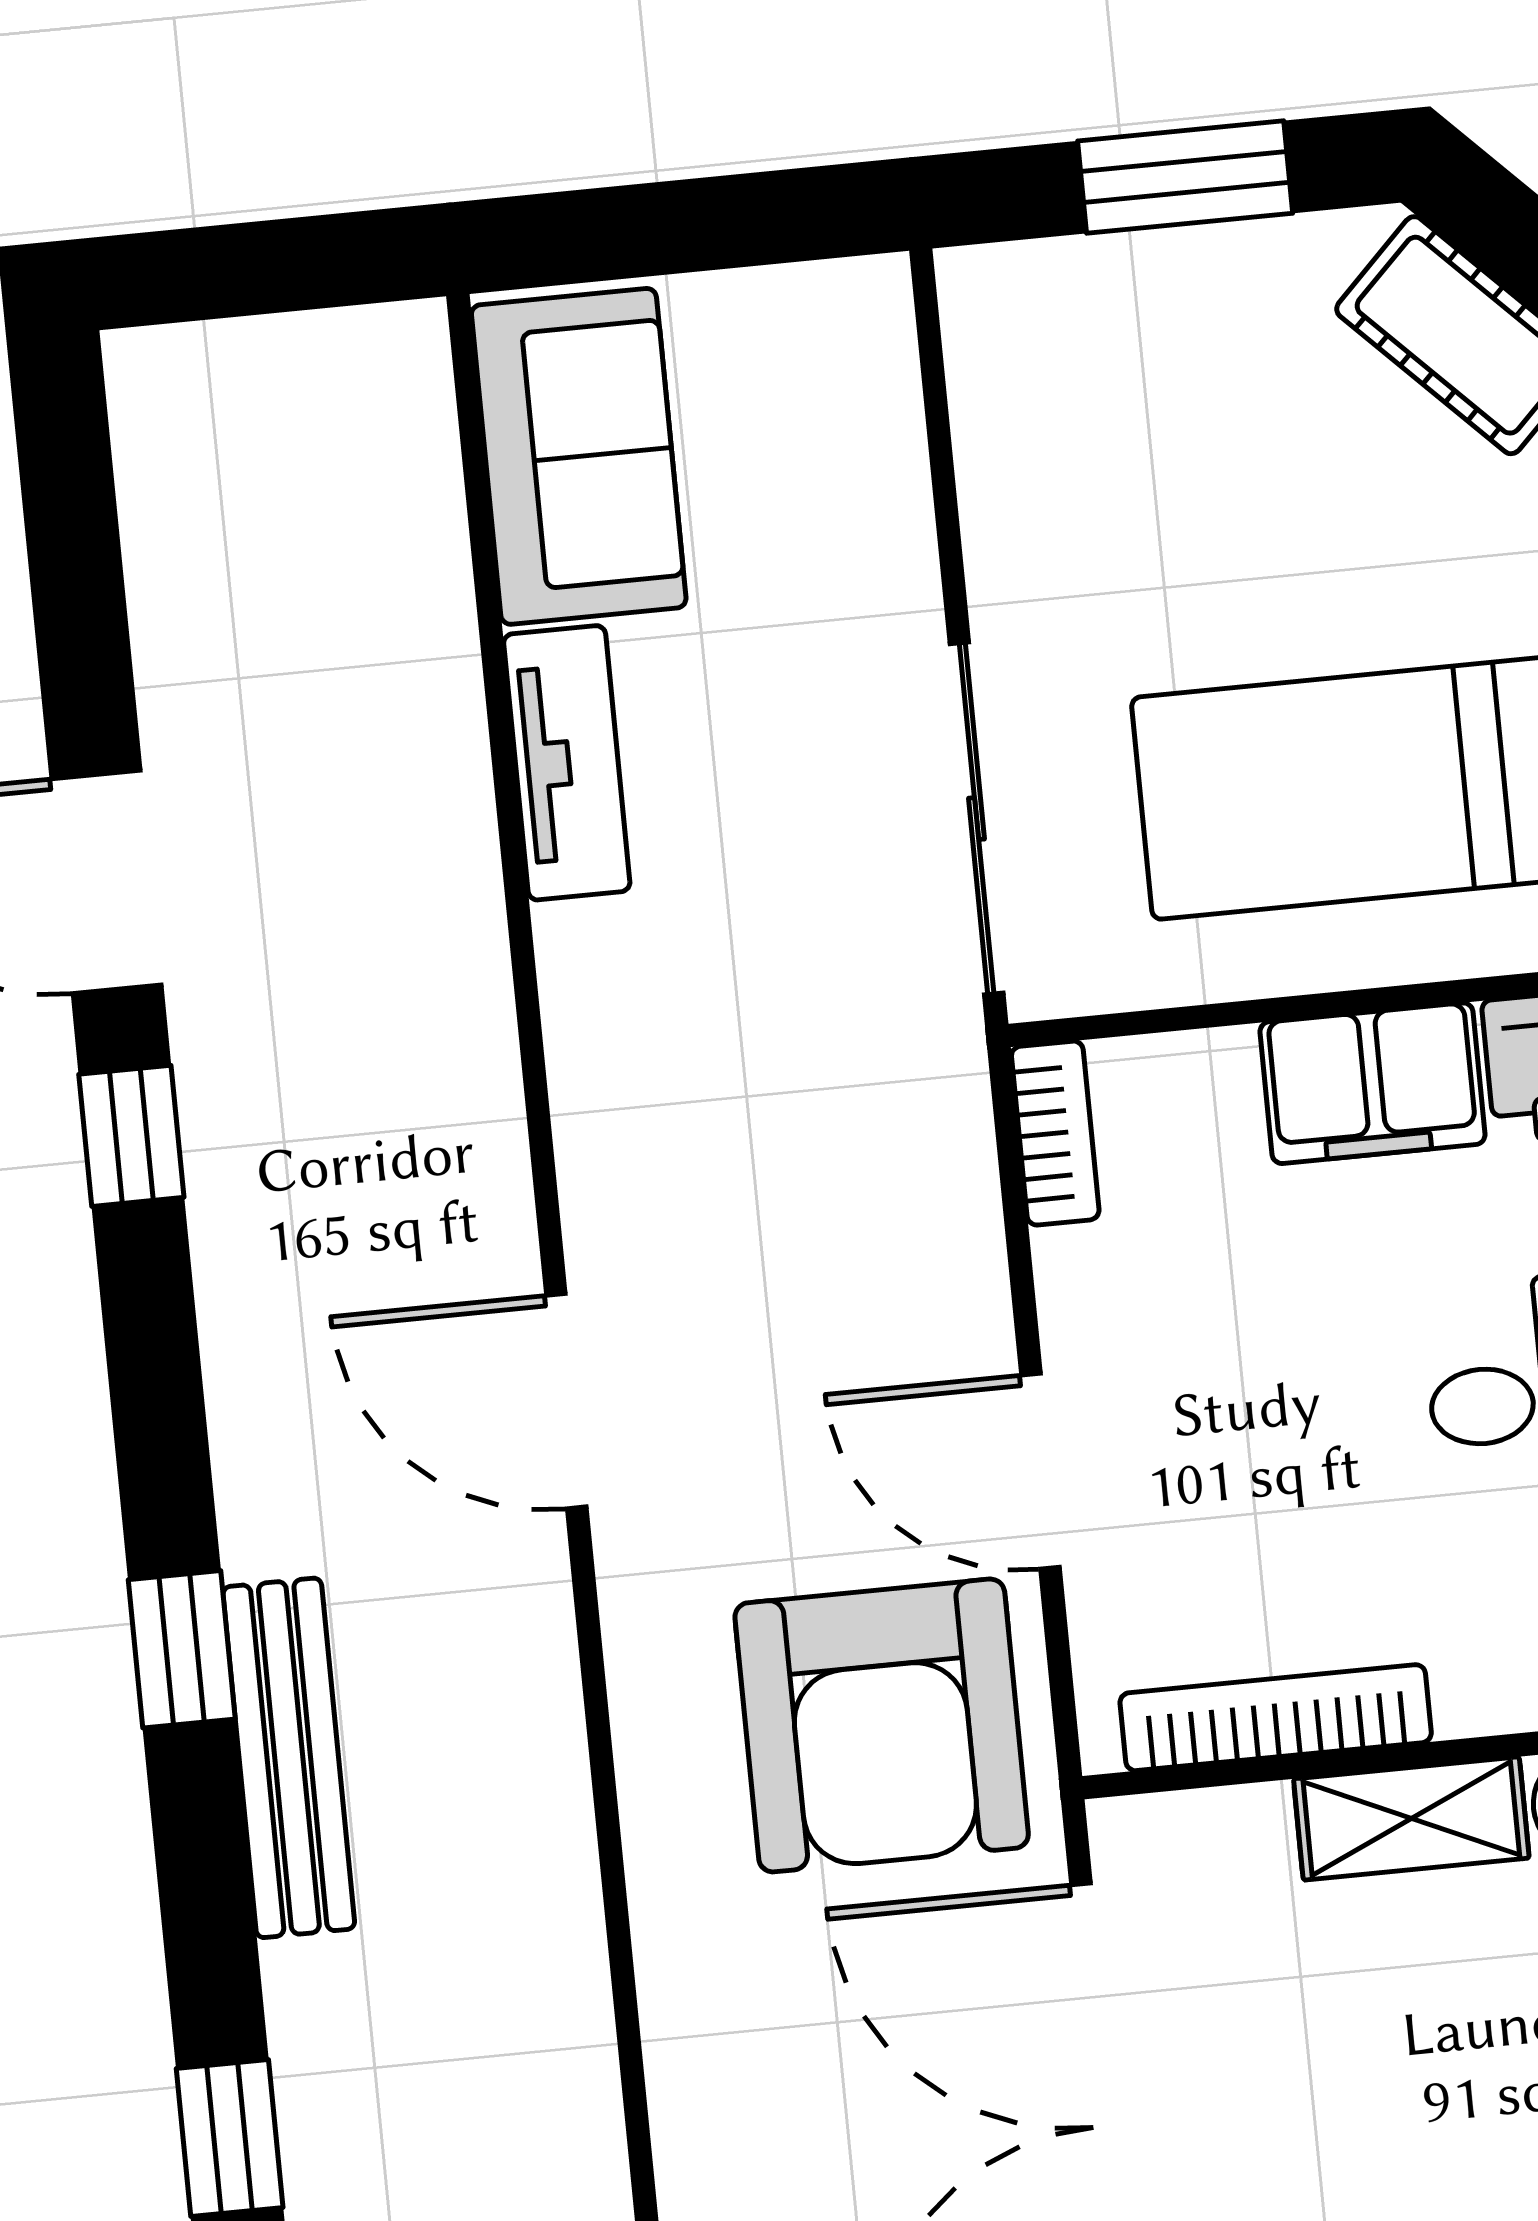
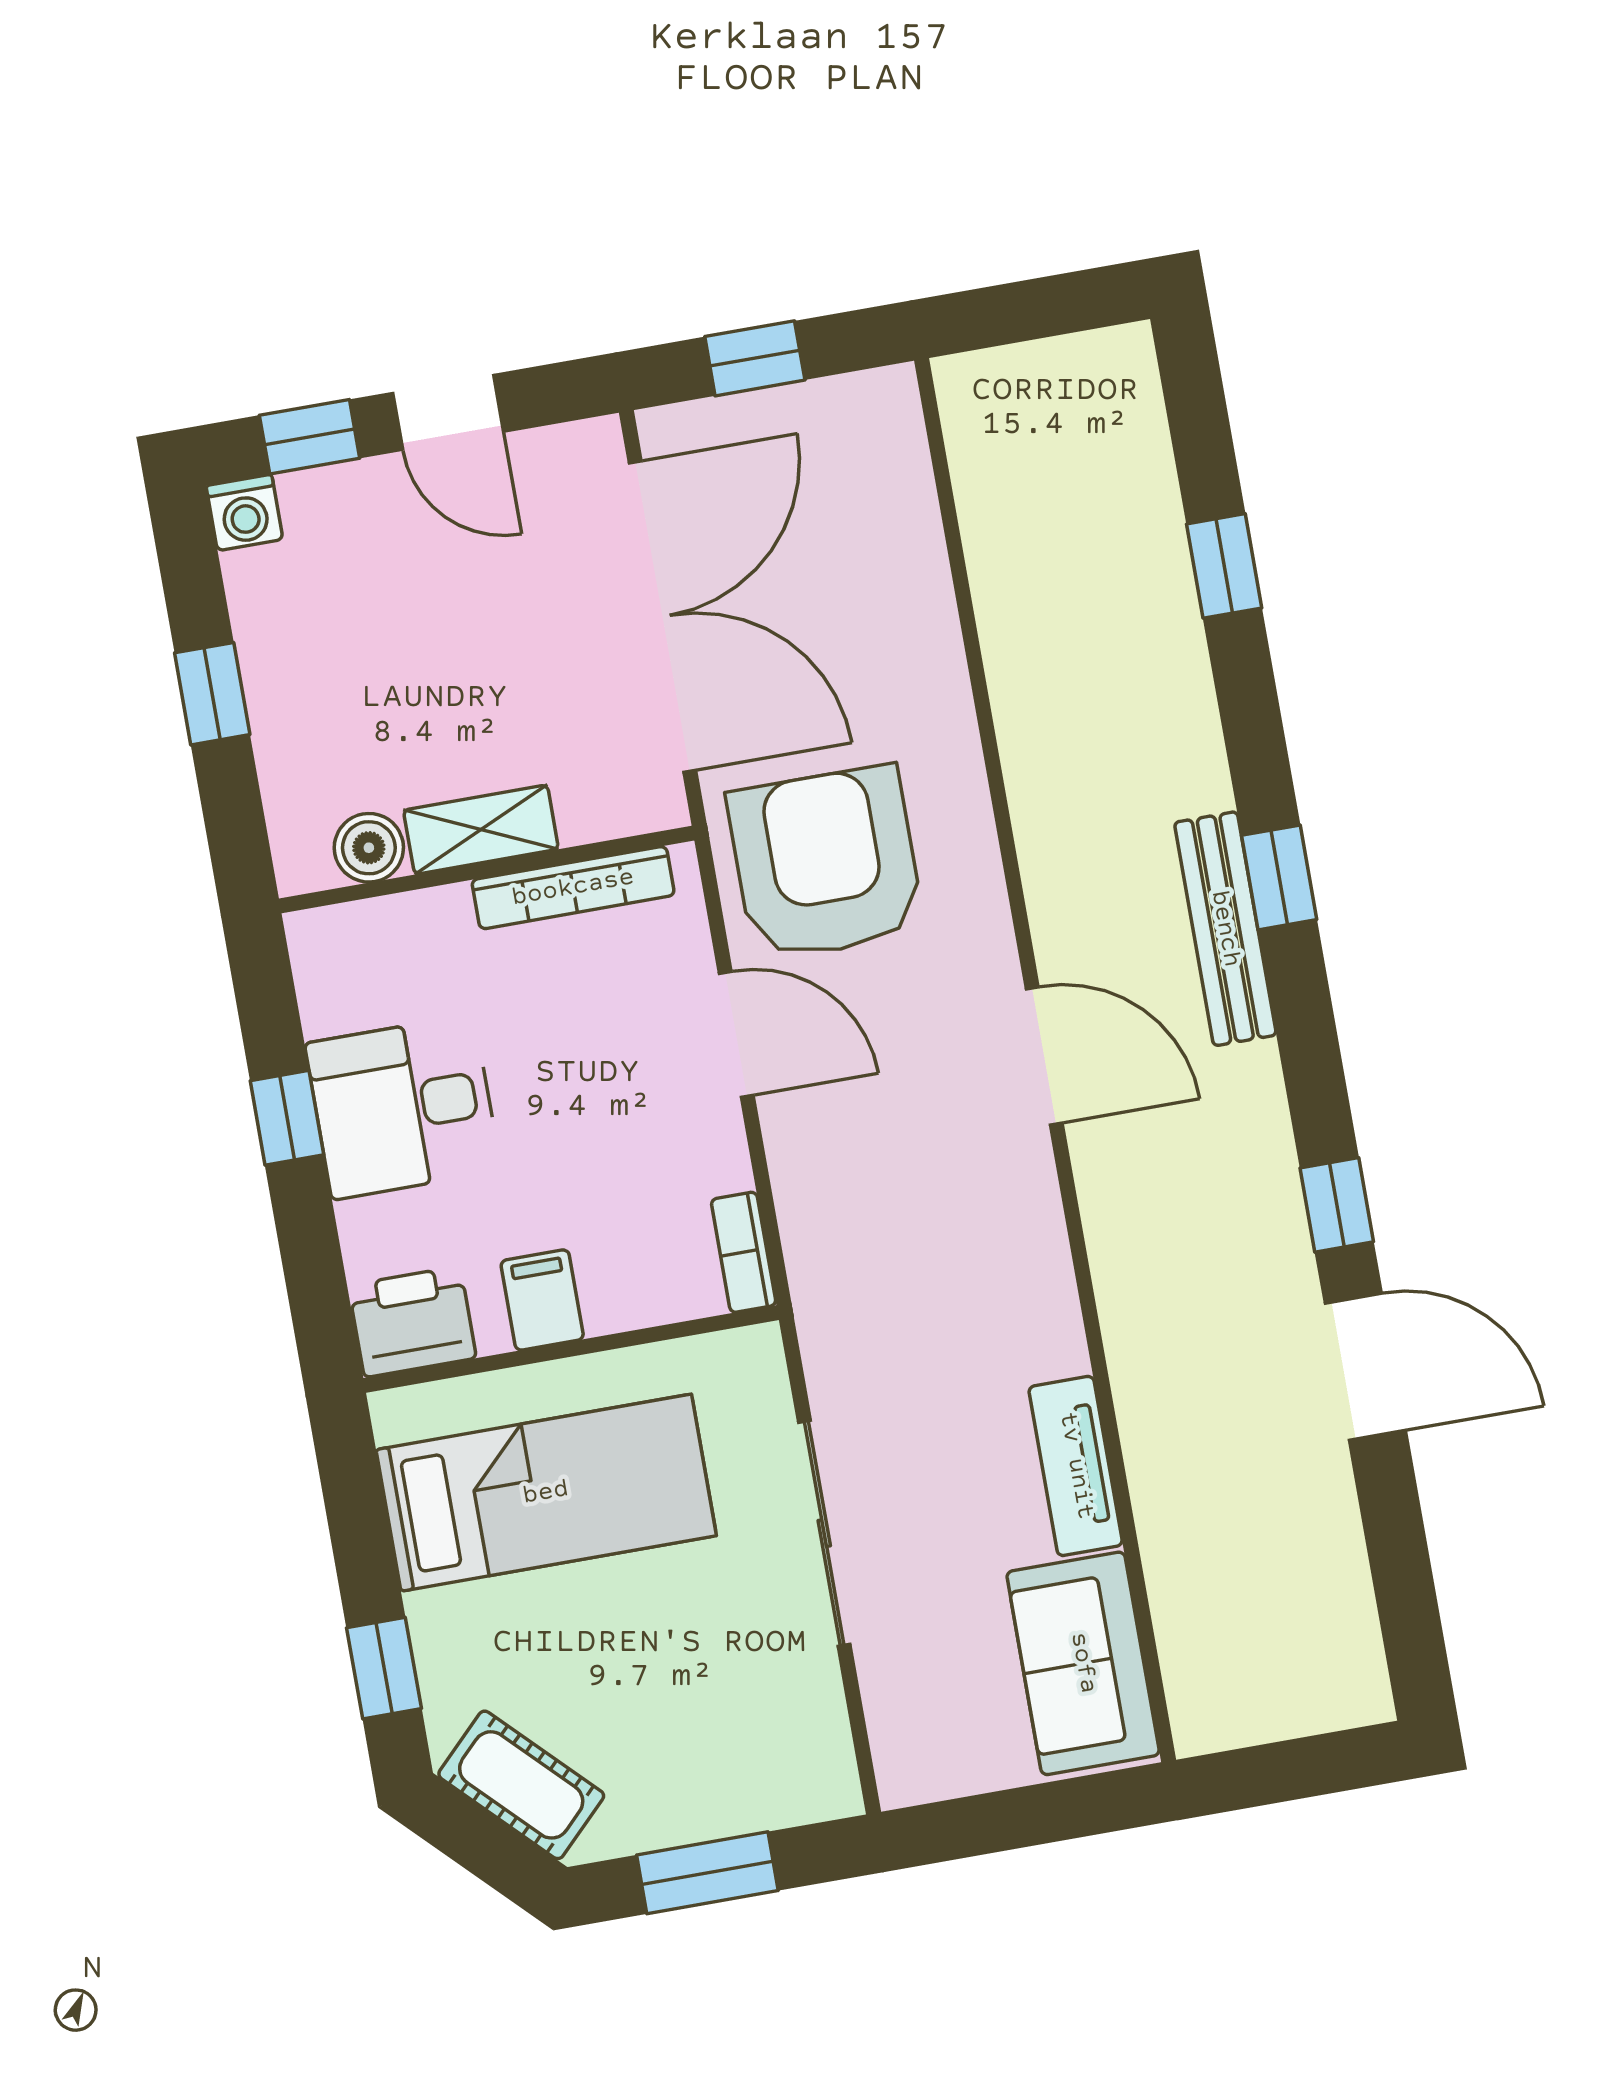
sliding door: (977, 819) -> (824, 1533), moved
filing cabinet: (1373, 1083) -> (542, 1300), width x0.50
bench: (289, 1758) -> (1225, 929), moved

